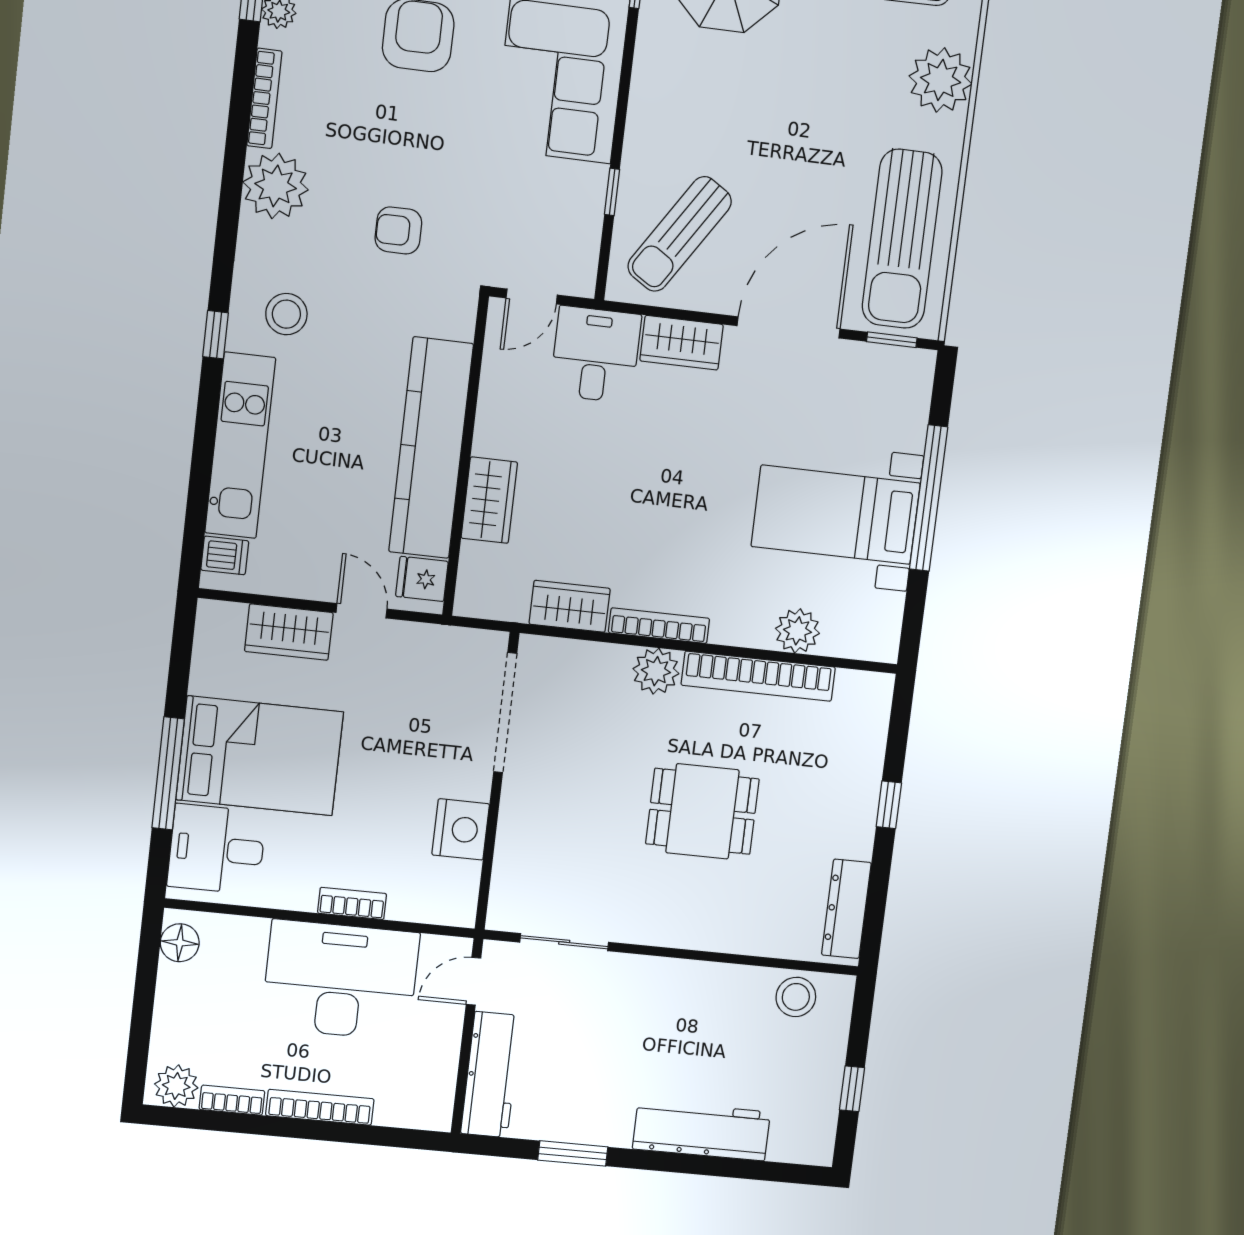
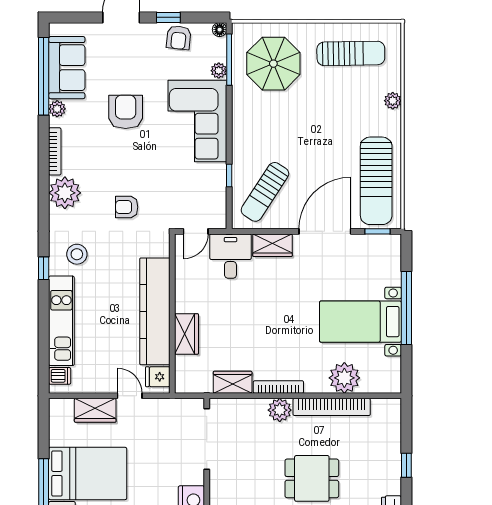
plant: (941, 80) -> (393, 101), width x0.53, depth x0.53
plant: (797, 631) -> (344, 378), width x1.36, depth x1.36

